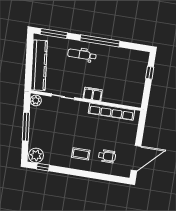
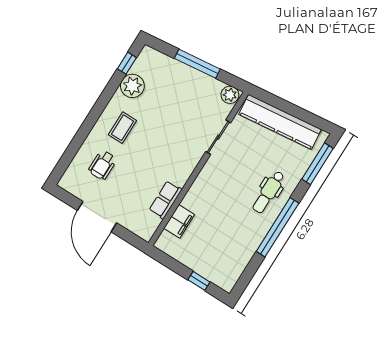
dental chair: (82, 55) -> (269, 192), turned 180
filing cabinet: (93, 94) -> (179, 221), moved
row of seats: (111, 112) -> (166, 200), width x0.50
plant: (36, 155) -> (132, 86), moved
door: (136, 158) -> (97, 217), moved

